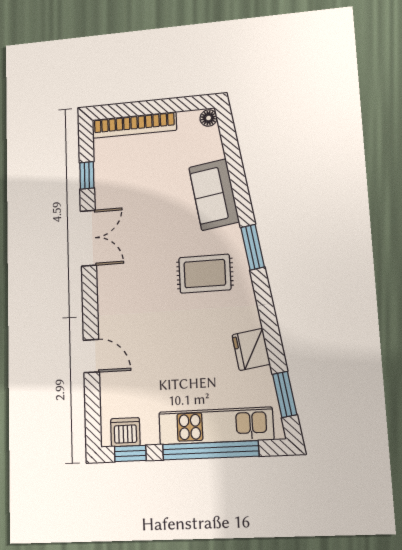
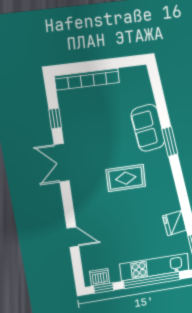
floor lamp: (209, 118) -> (142, 73), removed
double door: (88, 238) -> (62, 163), swing flipped
window: (253, 247) -> (170, 142), moved
rug: (205, 274) -> (126, 178), moved

